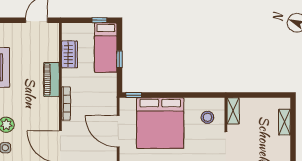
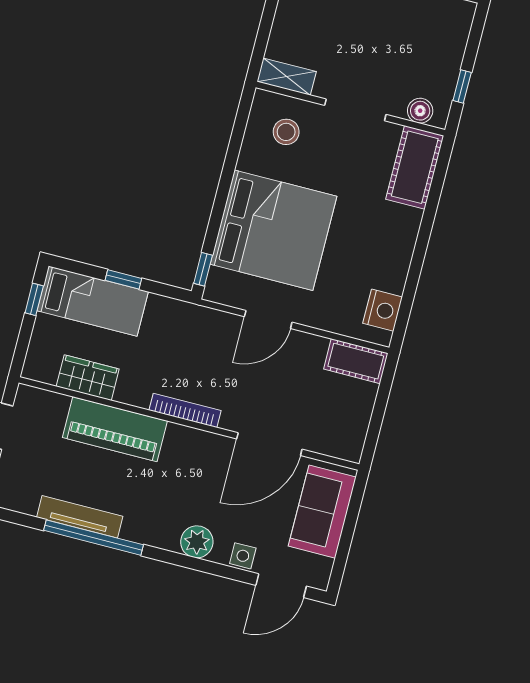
piano: (51, 79) -> (115, 429), width x1.37, depth x1.33
door: (118, 131) -> (268, 319), width x0.73

